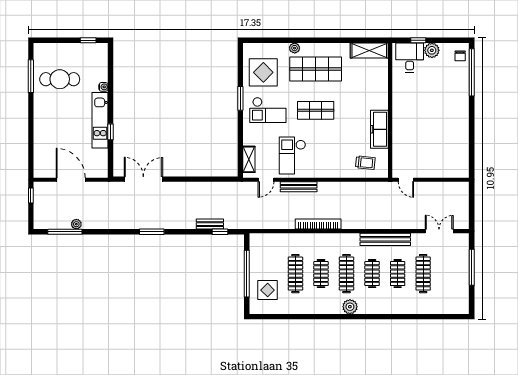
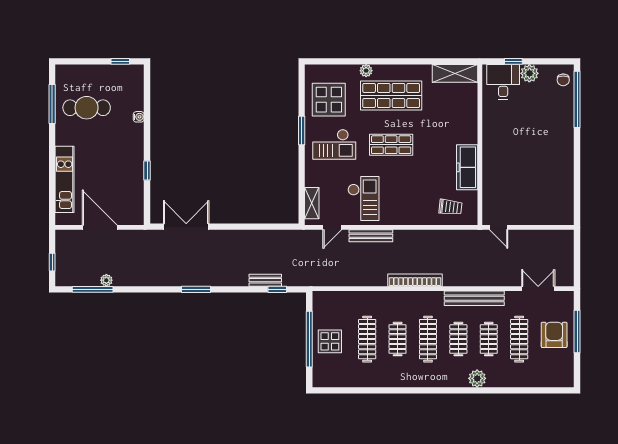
kitchen unit: (100, 120) -> (65, 179), moved, turned 180
checkout: (292, 156) -> (363, 199), turned 180
window: (31, 195) -> (52, 262), moved
bookcase: (318, 224) -> (415, 280), moved
armchair: (453, 270) -> (554, 335), added
display table: (268, 290) -> (330, 341), moved
plant: (350, 307) -> (477, 378), moved

